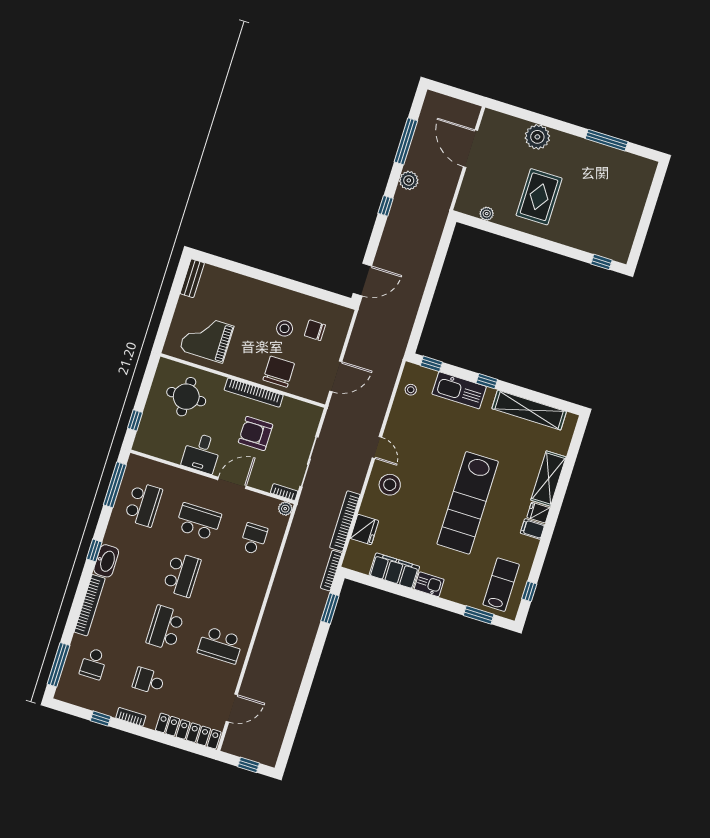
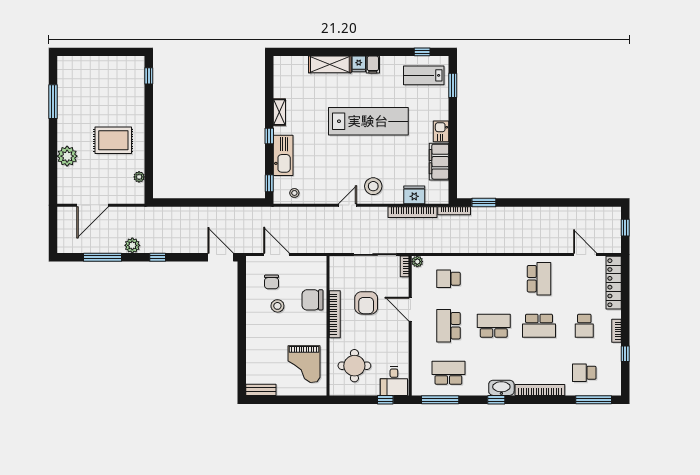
door: (336, 376) -> (277, 255), moved
shelving: (529, 410) -> (279, 112), width x0.45, depth x0.75
desk: (202, 453) -> (394, 381), moved, turned 90
school desk: (93, 664) -> (584, 373), turned 180

